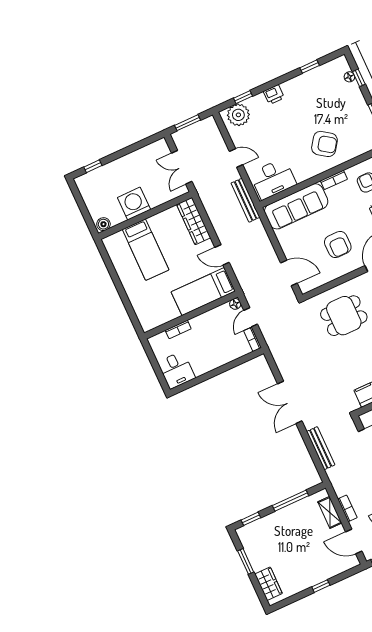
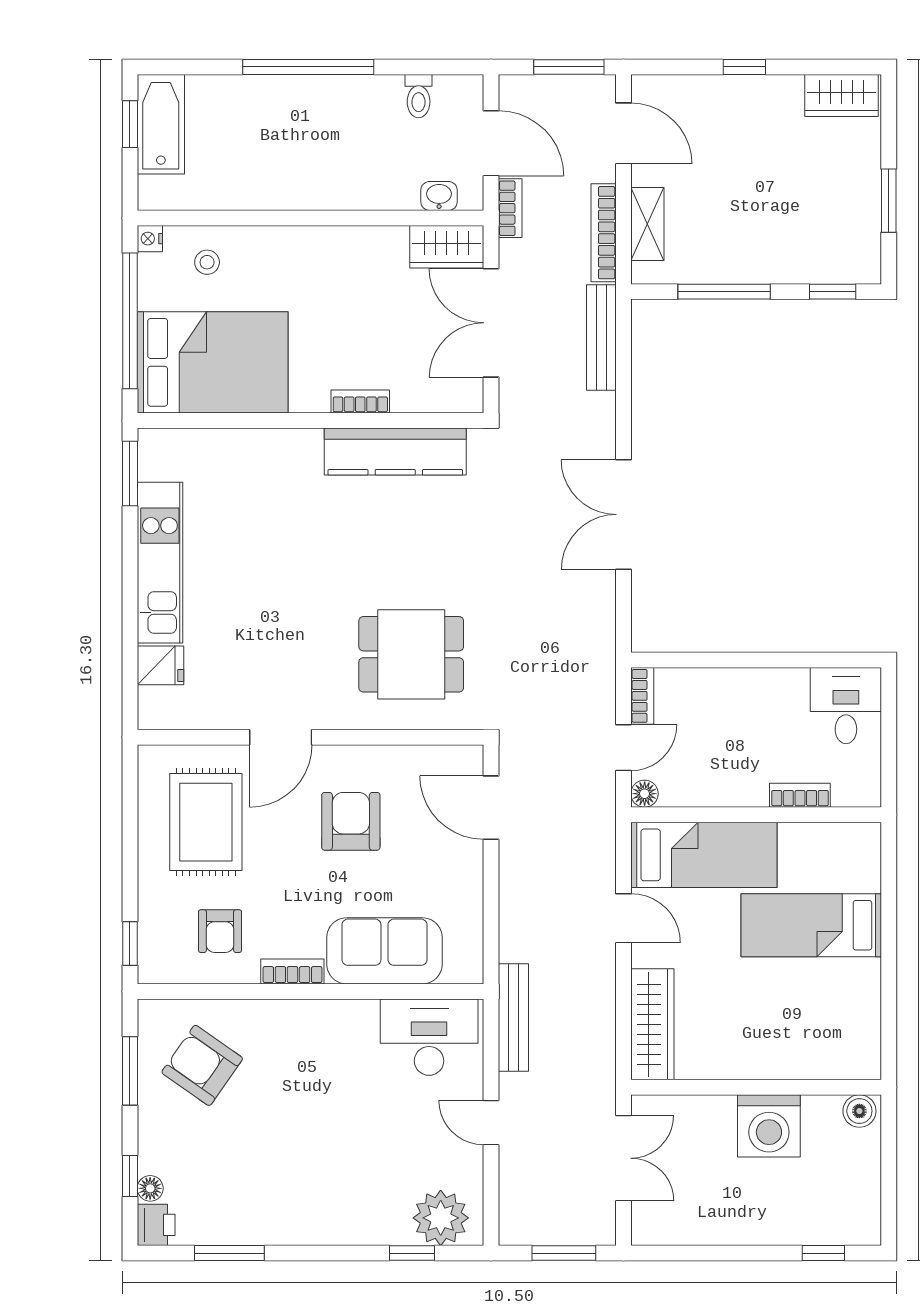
window: (310, 67) -> (229, 1253), width x1.50
printer: (274, 95) -> (156, 1225), moved, turned 90
armchair: (324, 144) -> (202, 1065), moved
sofa: (296, 206) -> (384, 951), width x0.73
bed: (146, 250) -> (811, 925), moved, turned -90
double door: (290, 402) -> (624, 515), swing flipped
bench: (321, 448) -> (601, 337), moved
bookcase: (347, 508) -> (604, 233), width x1.56
wardrobe: (269, 584) -> (842, 96), moved, turned -90

